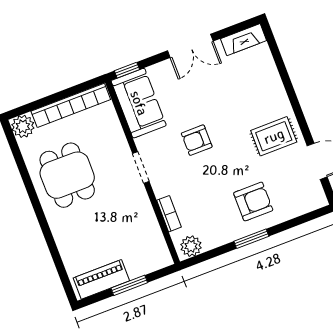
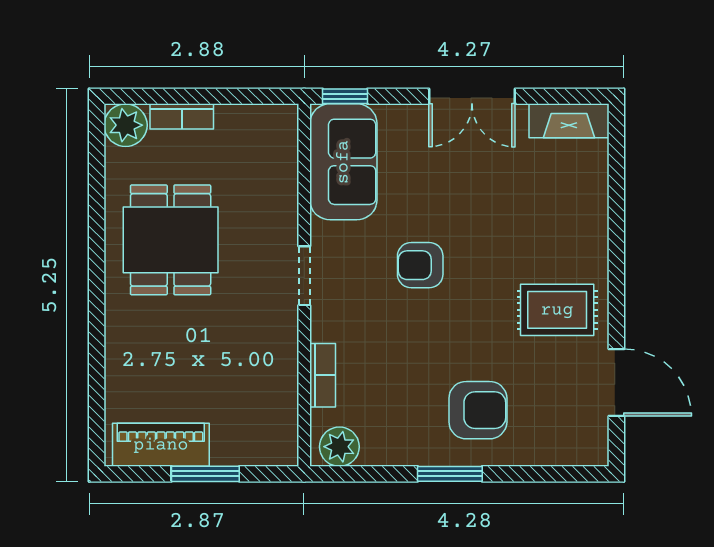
bookcase: (71, 105) -> (182, 116), width x0.43, depth x0.76

